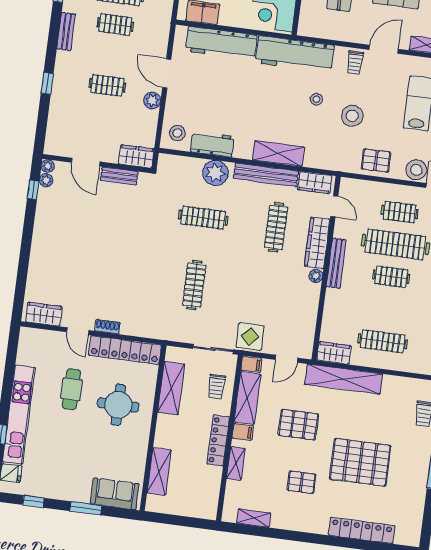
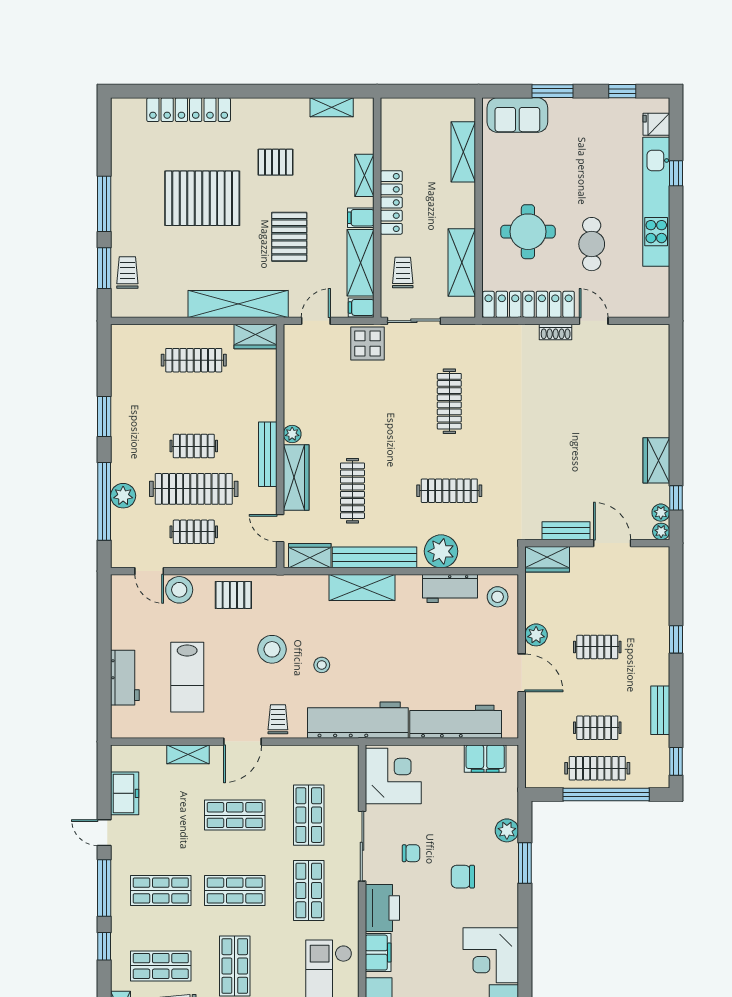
wardrobe: (44, 314) -> (656, 460), moved, turned 90
pallet: (298, 425) -> (289, 237), turned 90

